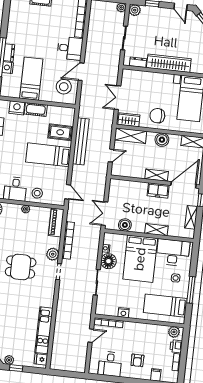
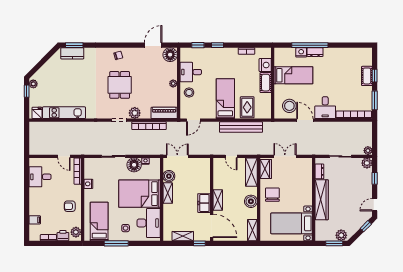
shelving: (156, 230) -> (168, 193), moved
armchair: (137, 360) -> (70, 206), moved

